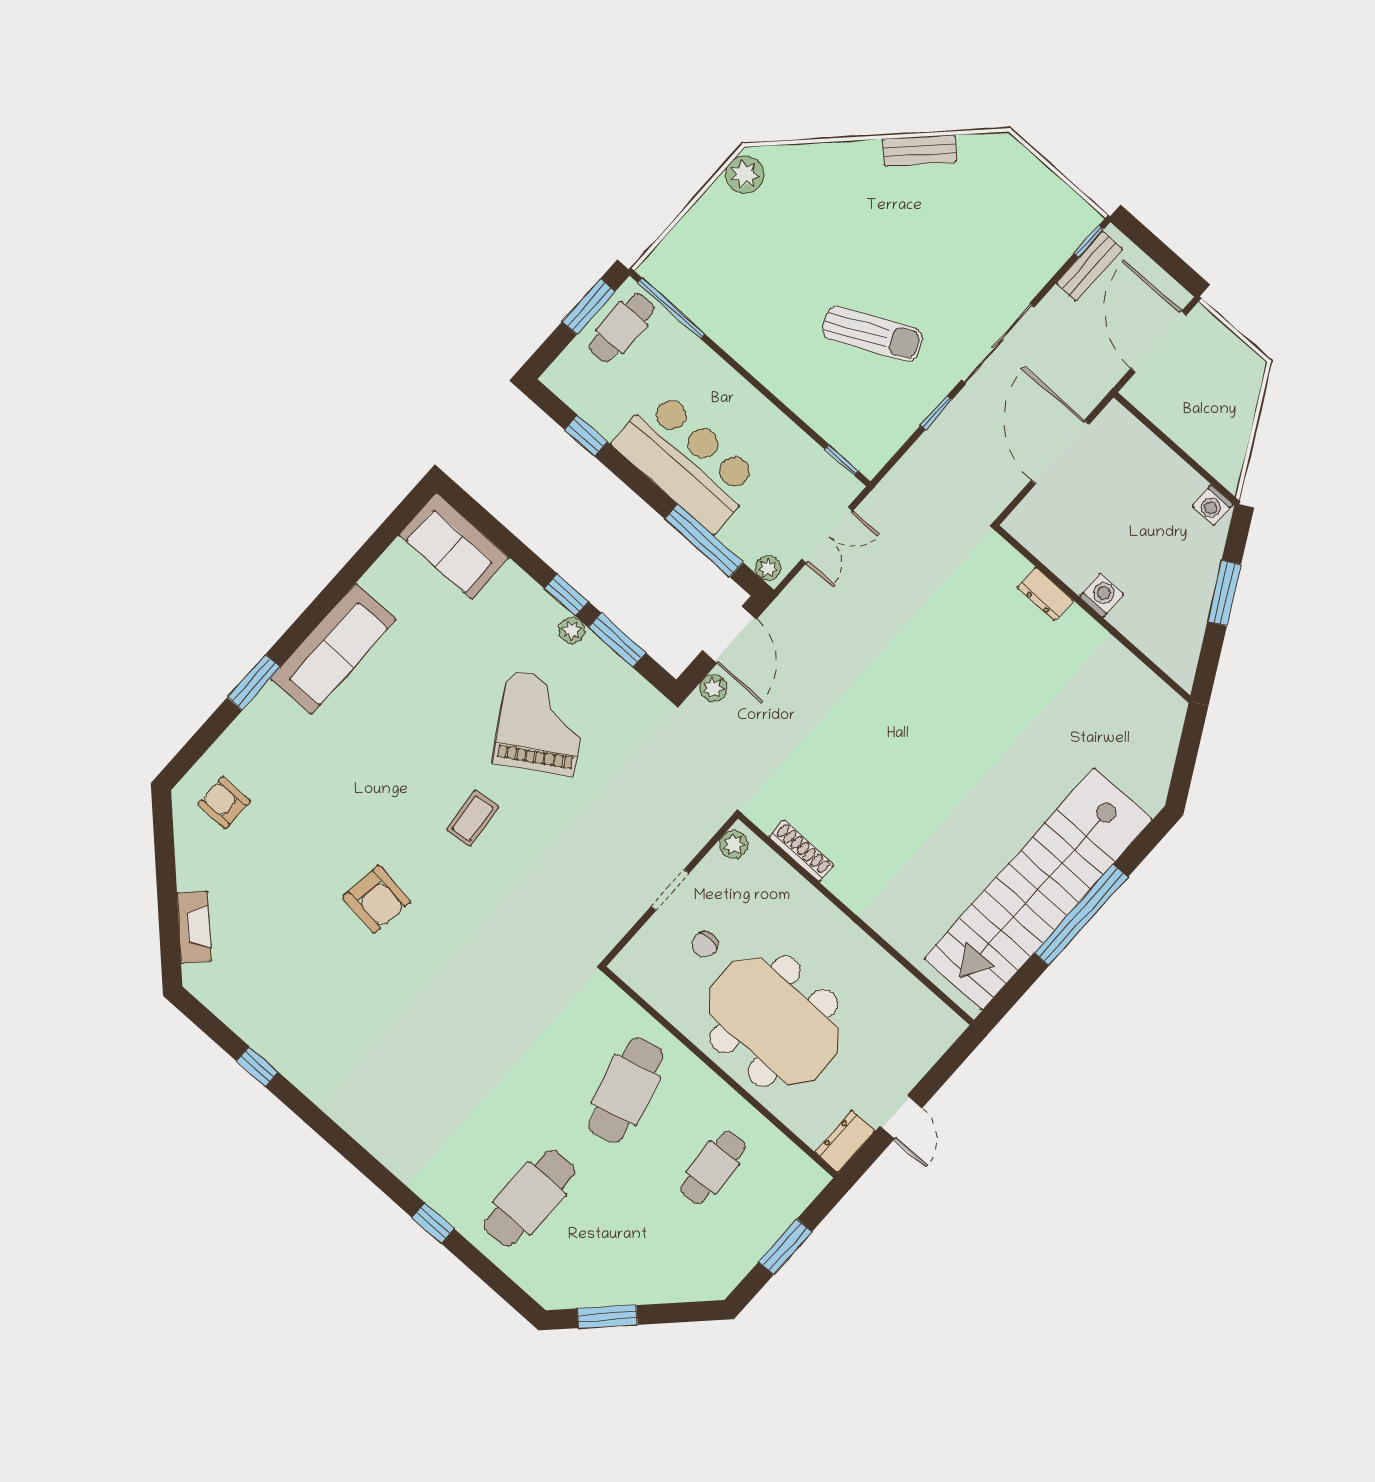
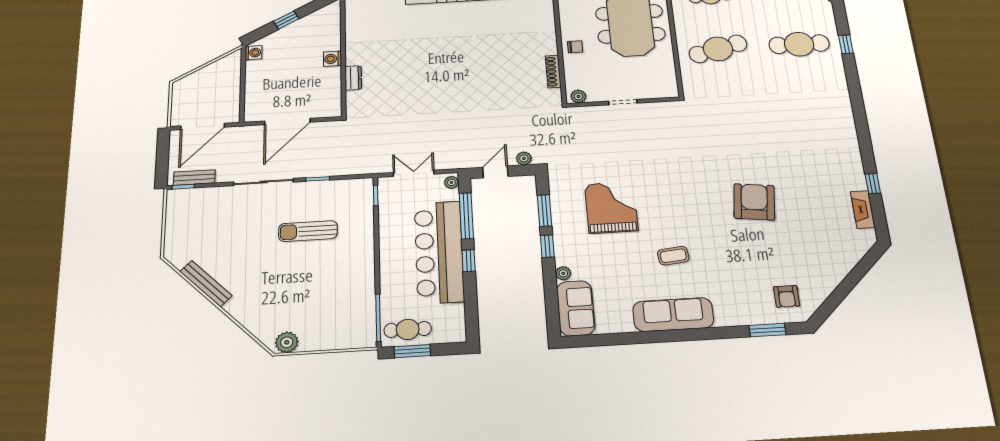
bench: (920, 150) -> (206, 284), width x1.36
sun lounger: (873, 334) -> (308, 231), turned -64
window: (586, 436) -> (469, 261), moved
bar counter: (687, 461) -> (439, 252), width x1.36
window: (1224, 593) -> (286, 20), width x0.67
plant: (572, 630) -> (563, 273), moved
door: (729, 635) -> (495, 172), width x0.73
window: (254, 682) -> (767, 330), moved
grand piano: (541, 723) -> (611, 207), turned 122
coffee table: (473, 818) -> (673, 256), moved
armchair: (377, 899) -> (754, 202), width x1.36, depth x1.36
fireplace: (194, 927) -> (863, 209), moved, turned -45
chair: (705, 944) -> (575, 47), moved
window: (433, 1223) -> (846, 44), moved

